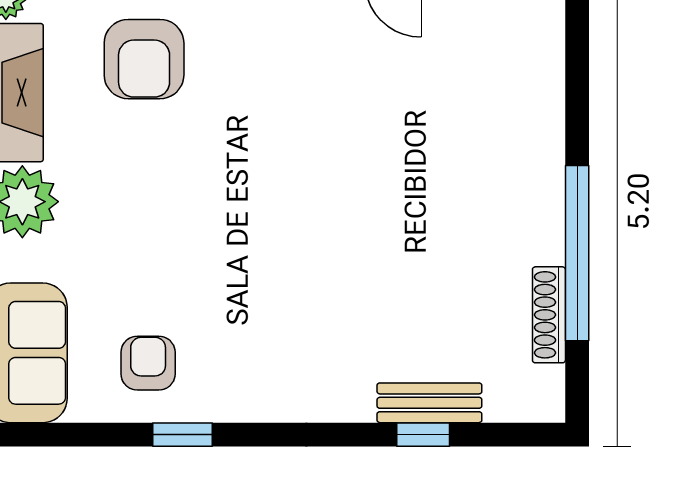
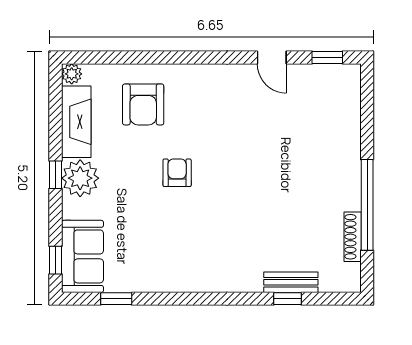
armchair: (148, 363) -> (177, 173), moved
window: (183, 435) -> (116, 299), moved

